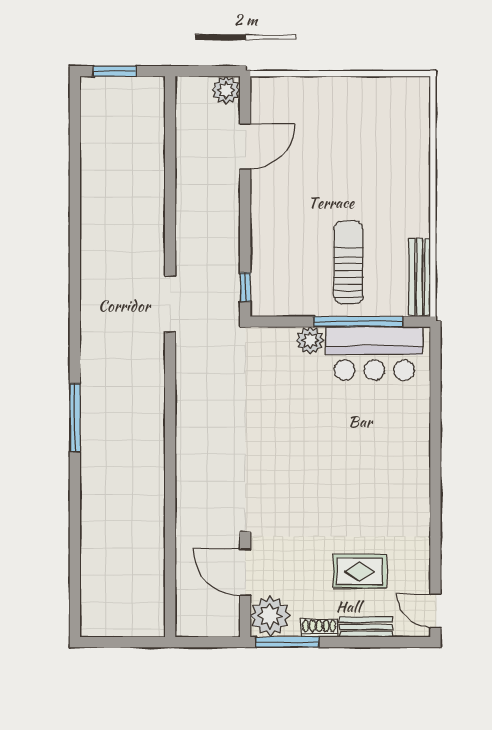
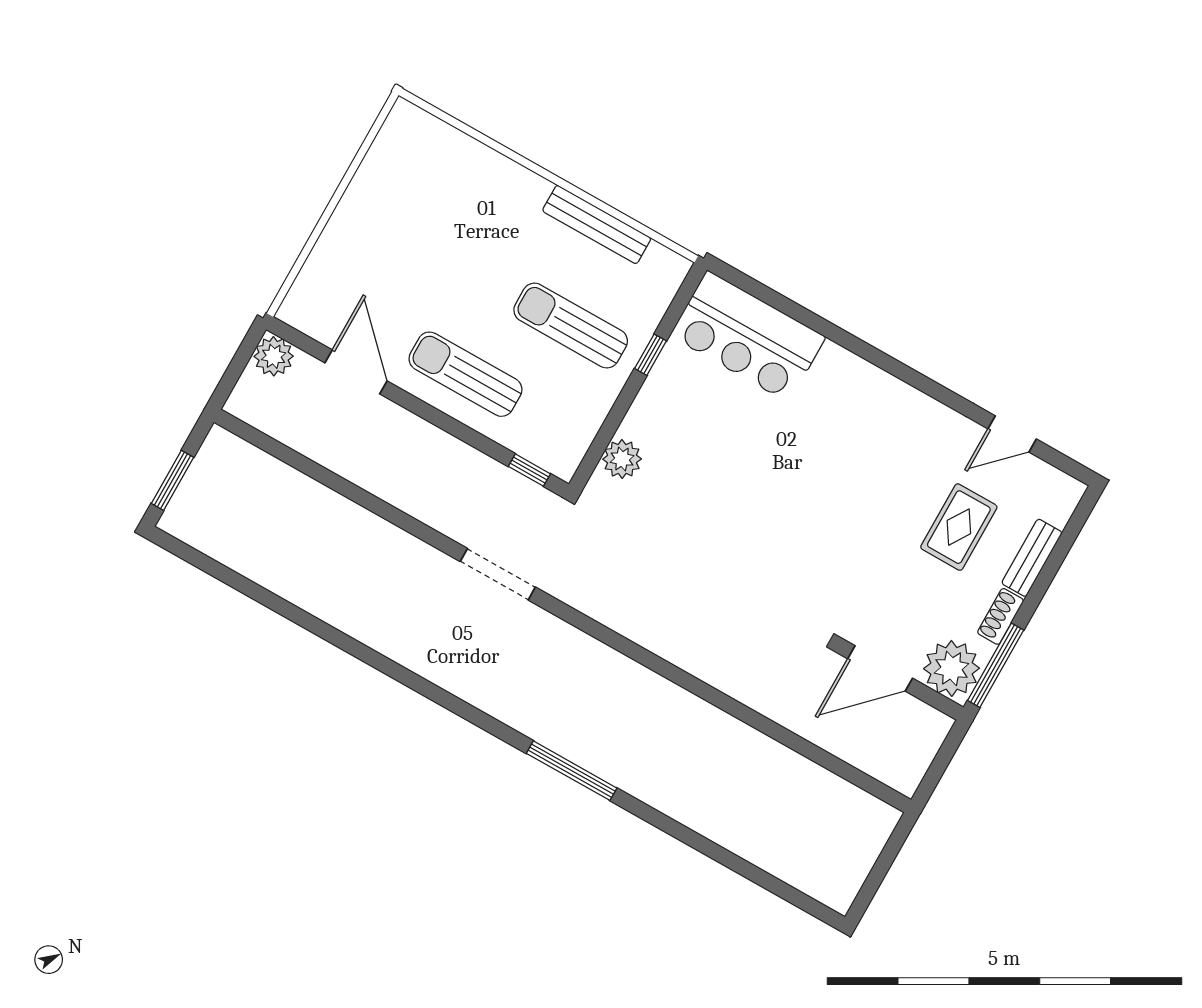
sun lounger: (282, 214) -> (465, 374), added
bench: (420, 277) -> (597, 224), moved
window: (358, 322) -> (650, 355), width x0.32
plant: (310, 340) -> (622, 459), moved
bar counter: (374, 353) -> (748, 336), moved, turned 90
door: (435, 611) -> (1012, 434), moved

